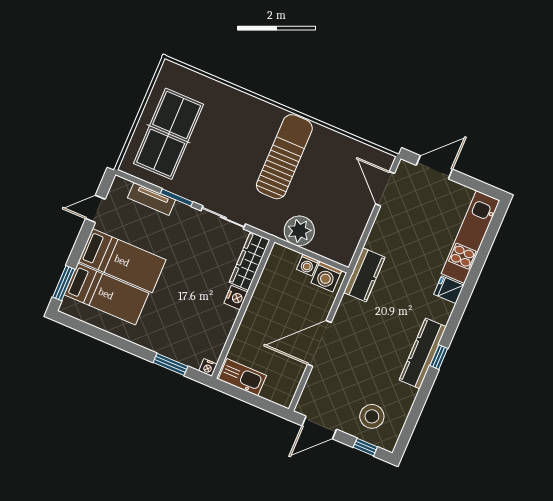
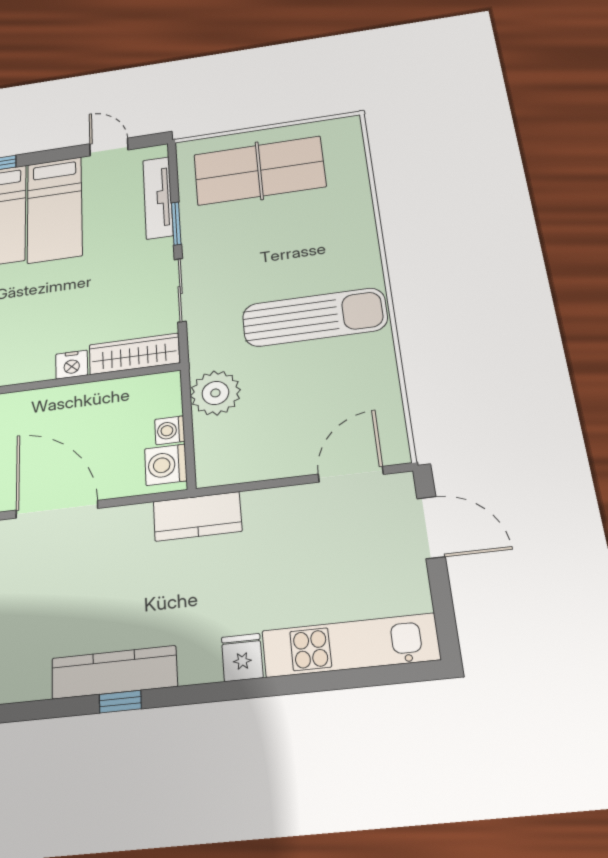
tv unit: (151, 199) -> (158, 198), width x1.41

